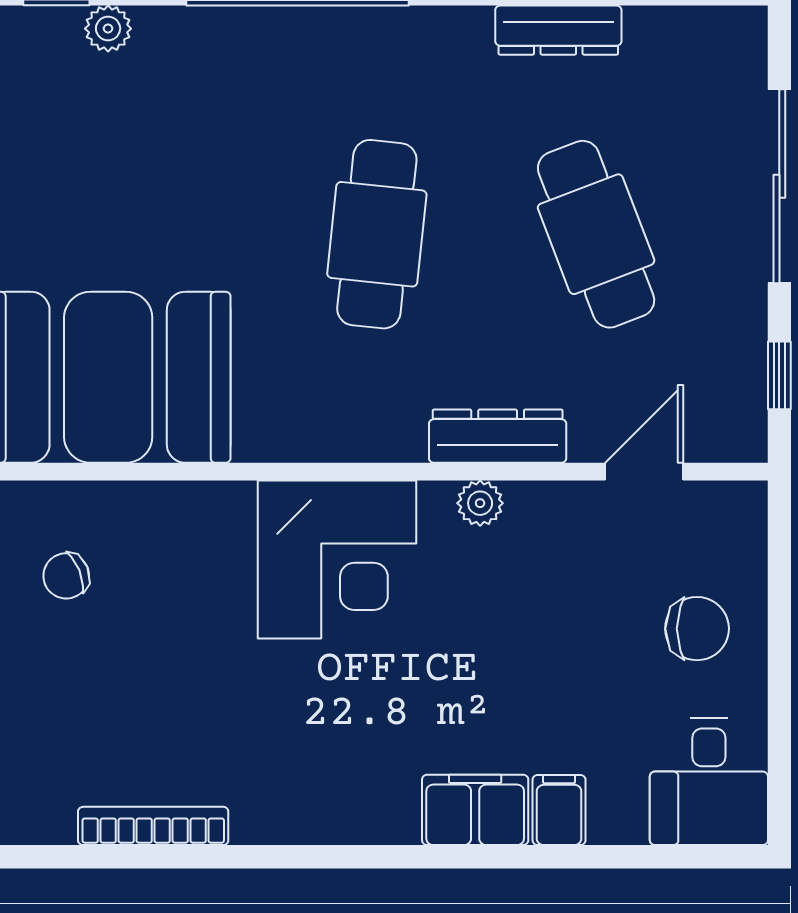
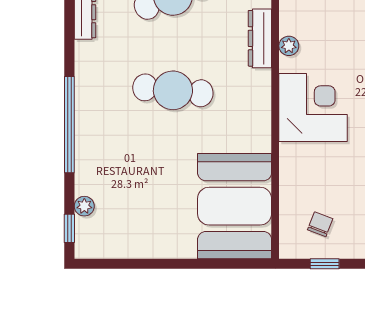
chair: (66, 576) -> (320, 224), turned -137

